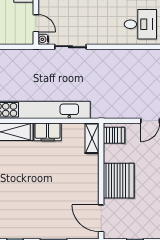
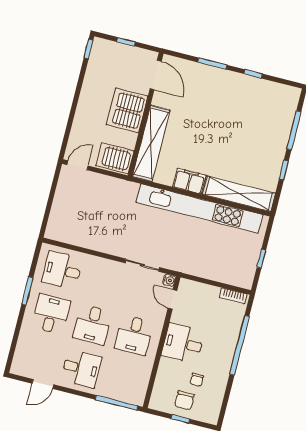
server rack: (114, 135) -> (115, 158), width x1.36, depth x1.44
shelving: (92, 138) -> (151, 143), width x2.20, depth x1.33

